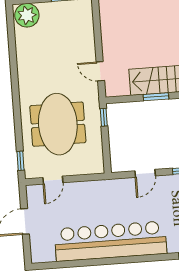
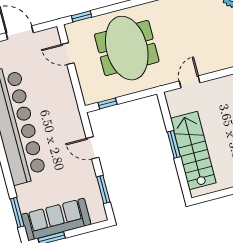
window: (104, 117) -> (107, 103), moved
meeting table: (58, 124) -> (127, 48), turned 90

